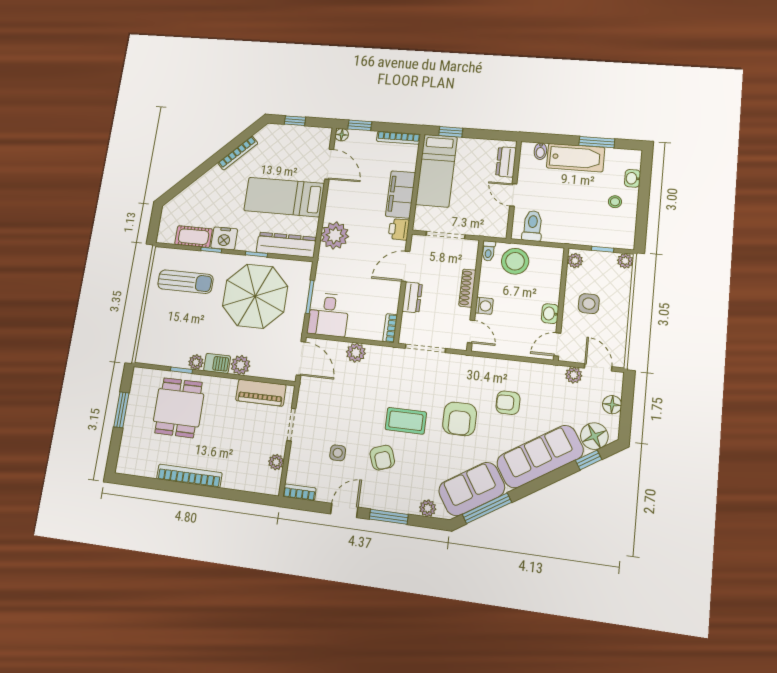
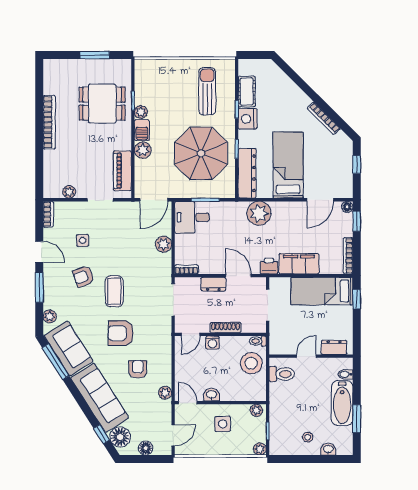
sun lounger: (185, 282) -> (207, 91), turned 180
plant: (574, 375) -> (165, 393), moved

